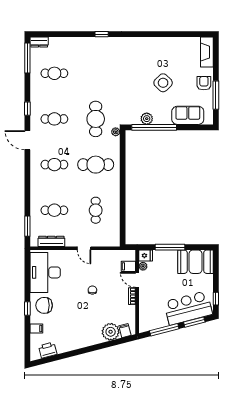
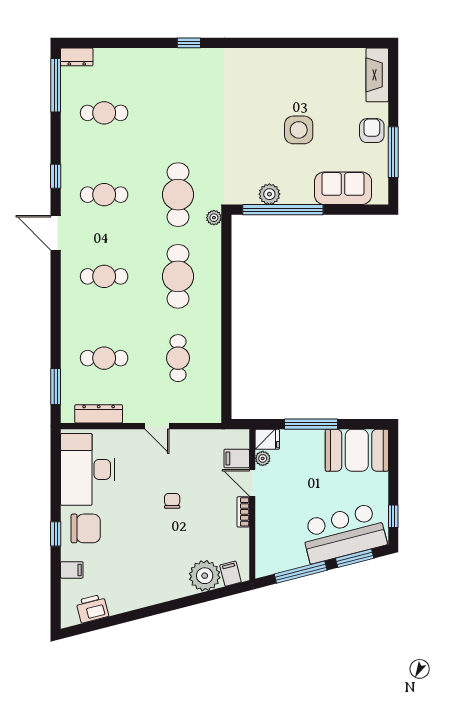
side table: (163, 83) -> (299, 130), turned 45
cafe table: (96, 165) -> (178, 276), turned 90
chair: (44, 305) -> (86, 528), turned 180

